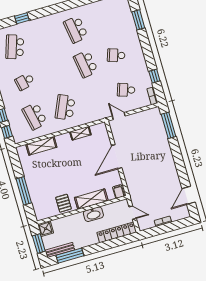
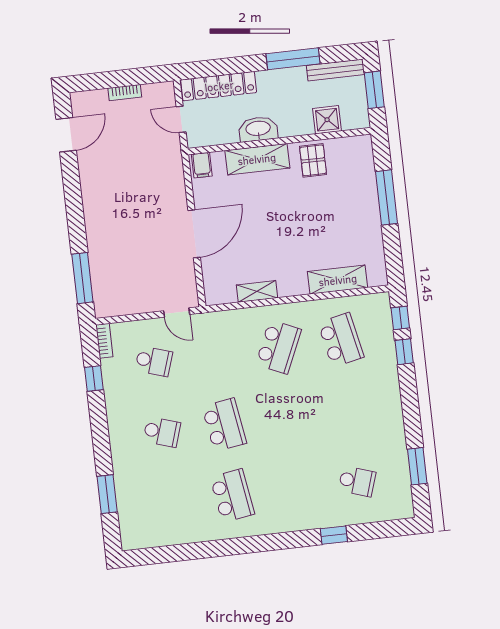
school desk: (15, 47) -> (357, 481), width x0.54
school desk: (25, 82) -> (349, 411), removed
shower: (46, 229) -> (327, 120), moved
window: (70, 256) -> (293, 59), moved

